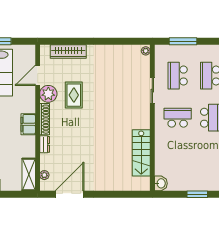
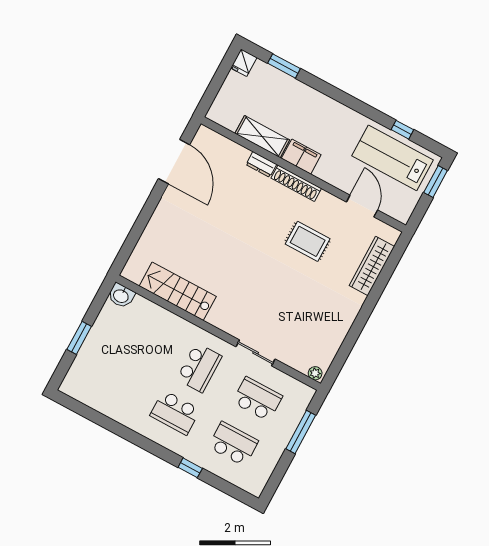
plant: (48, 94) -> (328, 207), removed
shelving: (29, 174) -> (262, 137), moved
plant: (44, 175) -> (219, 141), removed

